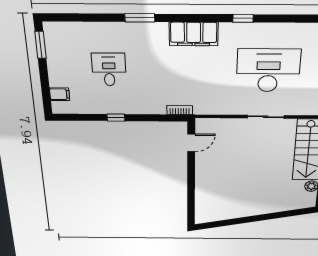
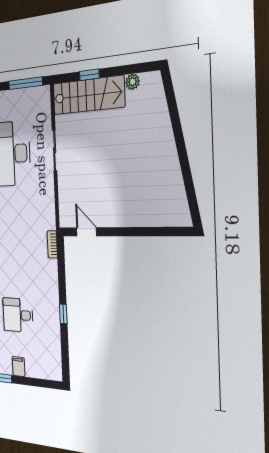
filing cabinet: (60, 94) -> (18, 367), moved

